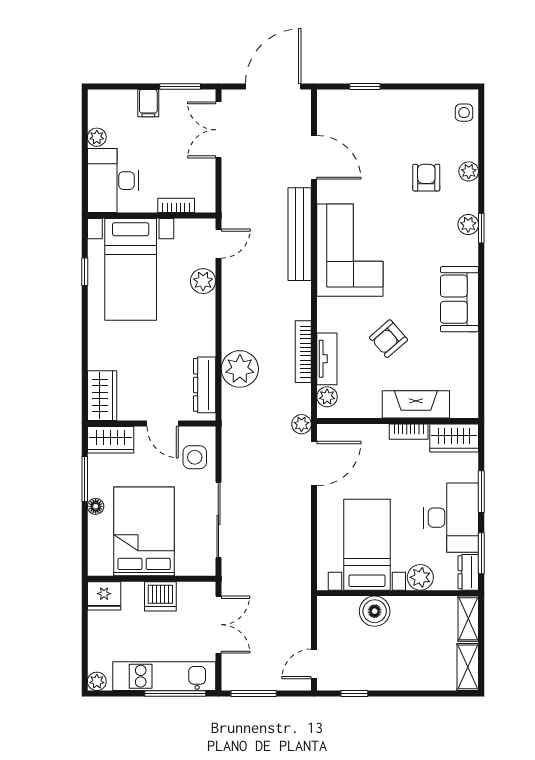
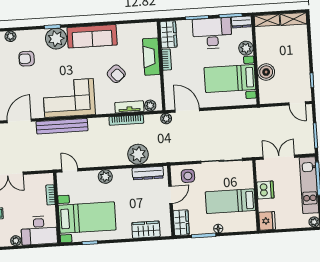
plant: (469, 171) -> (10, 36), moved
plant: (468, 225) -> (56, 39), width x1.88, depth x1.88
plant: (203, 281) -> (105, 177), moved
sofa: (459, 299) -> (92, 36), width x1.36
wardrobe: (102, 396) -> (146, 230), moved
bed: (144, 531) -> (230, 201), width x0.67

